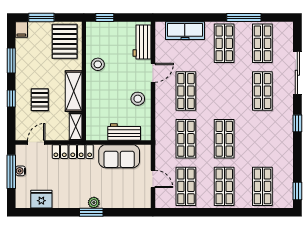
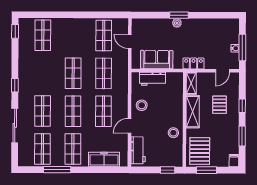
window: (41, 17) -> (207, 170), moved
locker: (73, 152) -> (194, 63), width x0.66
shop shelf: (224, 186) -> (73, 111), moved
fridge: (41, 199) -> (219, 26), removed

